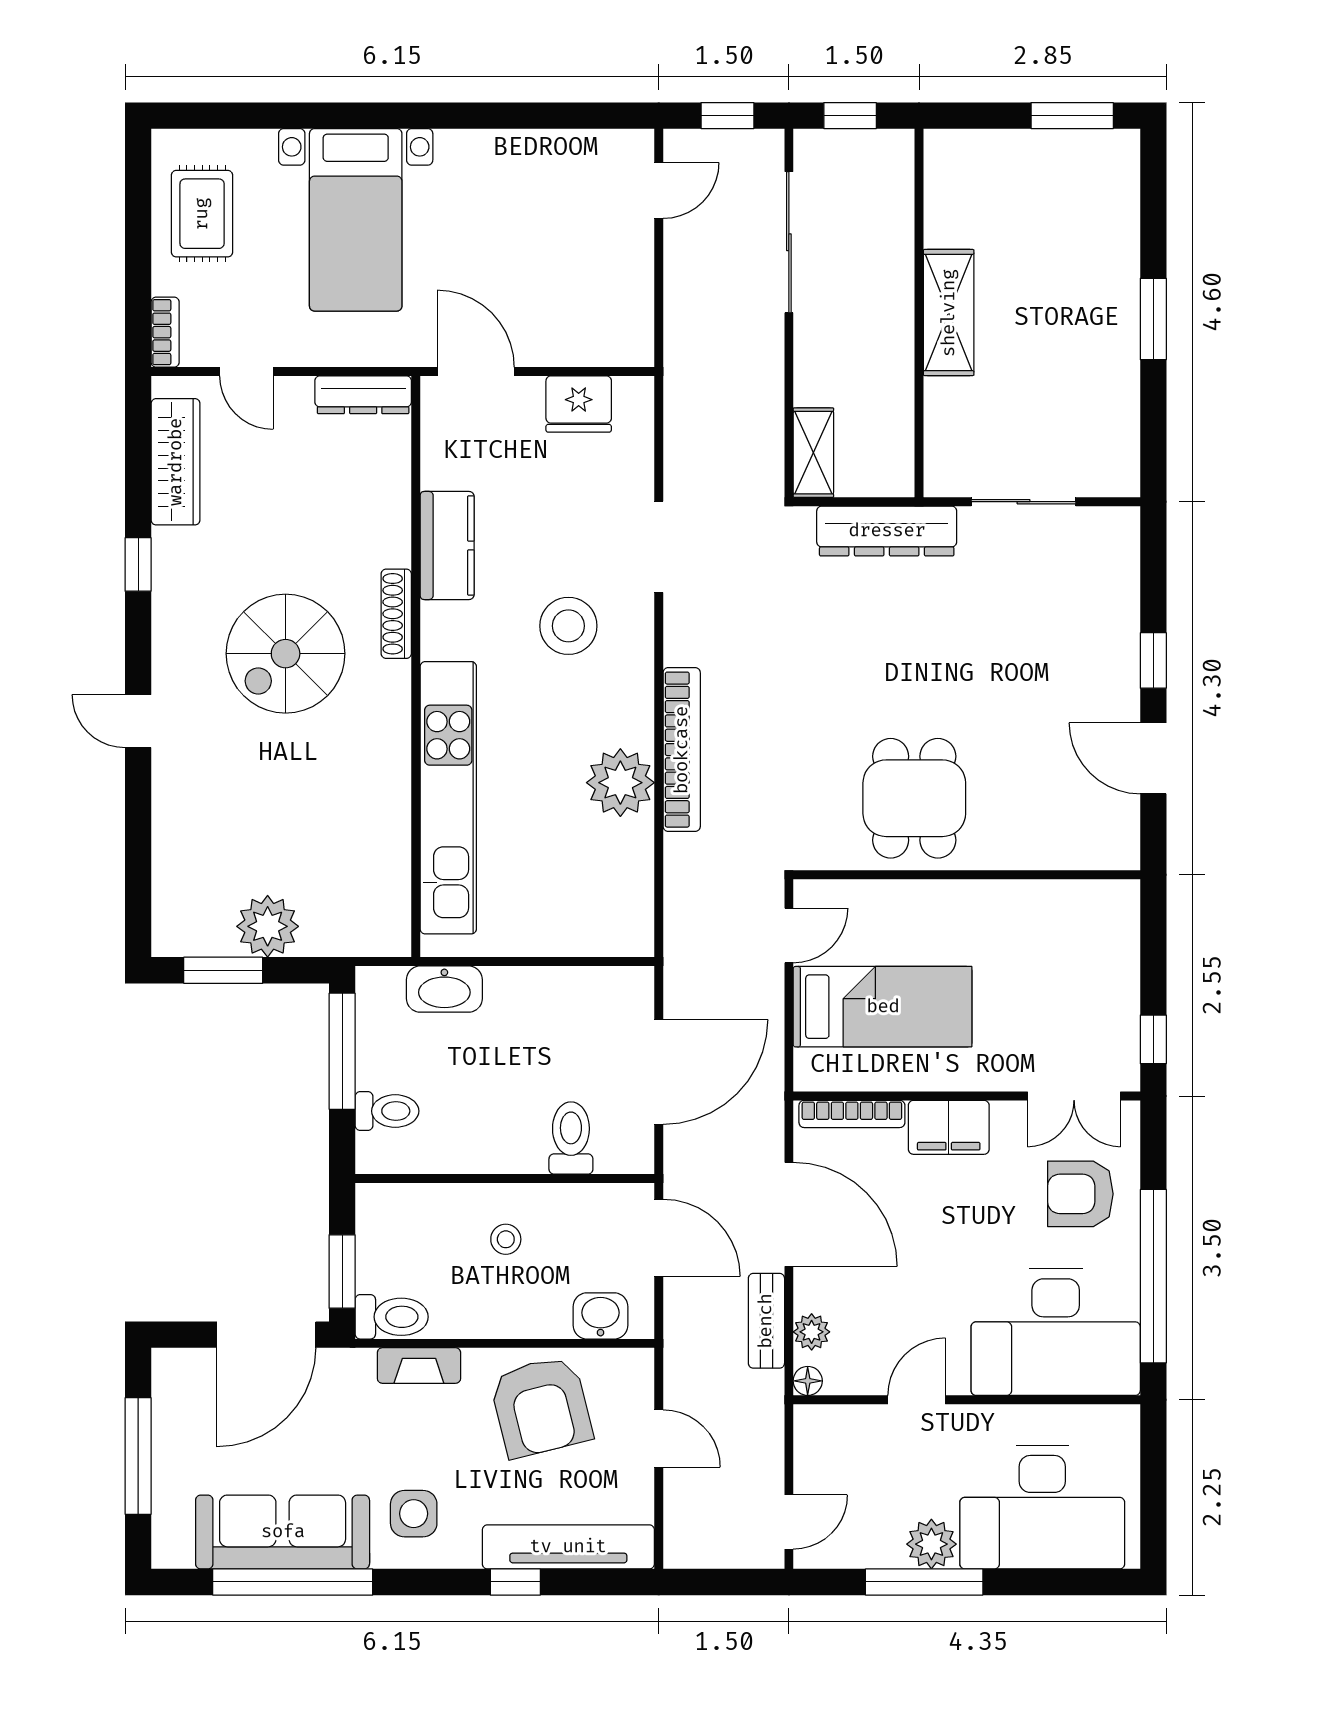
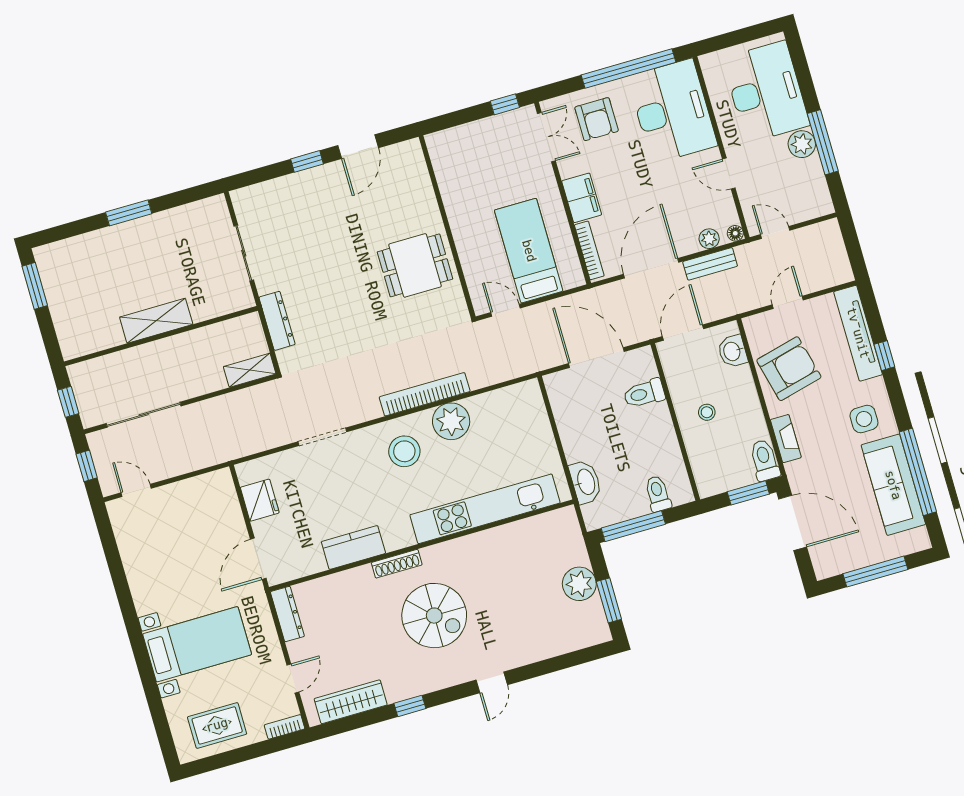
dresser: (887, 531) -> (277, 321), width x0.73, depth x0.80
stool: (568, 626) -> (404, 451), moved
door: (789, 1522) -> (775, 232), moved

